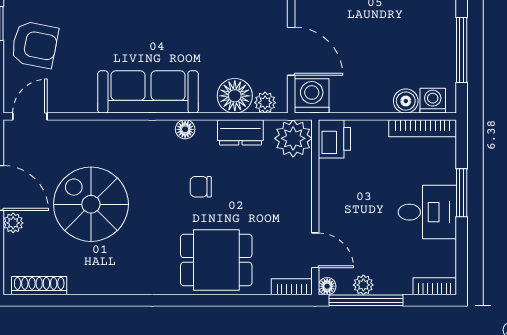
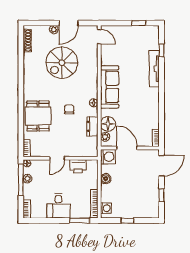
armchair: (35, 45) -> (130, 39), removed
window: (462, 50) -> (127, 220), width x0.46
door: (291, 51) -> (127, 148), swing flipped
boiler: (406, 101) -> (106, 179), moved
plant: (293, 138) -> (90, 149), removed
printer: (334, 139) -> (78, 166), moved
window: (462, 193) -> (80, 220), moved
spiral stairs: (91, 204) -> (62, 63), turned 180
door: (315, 250) -> (57, 158), moved

